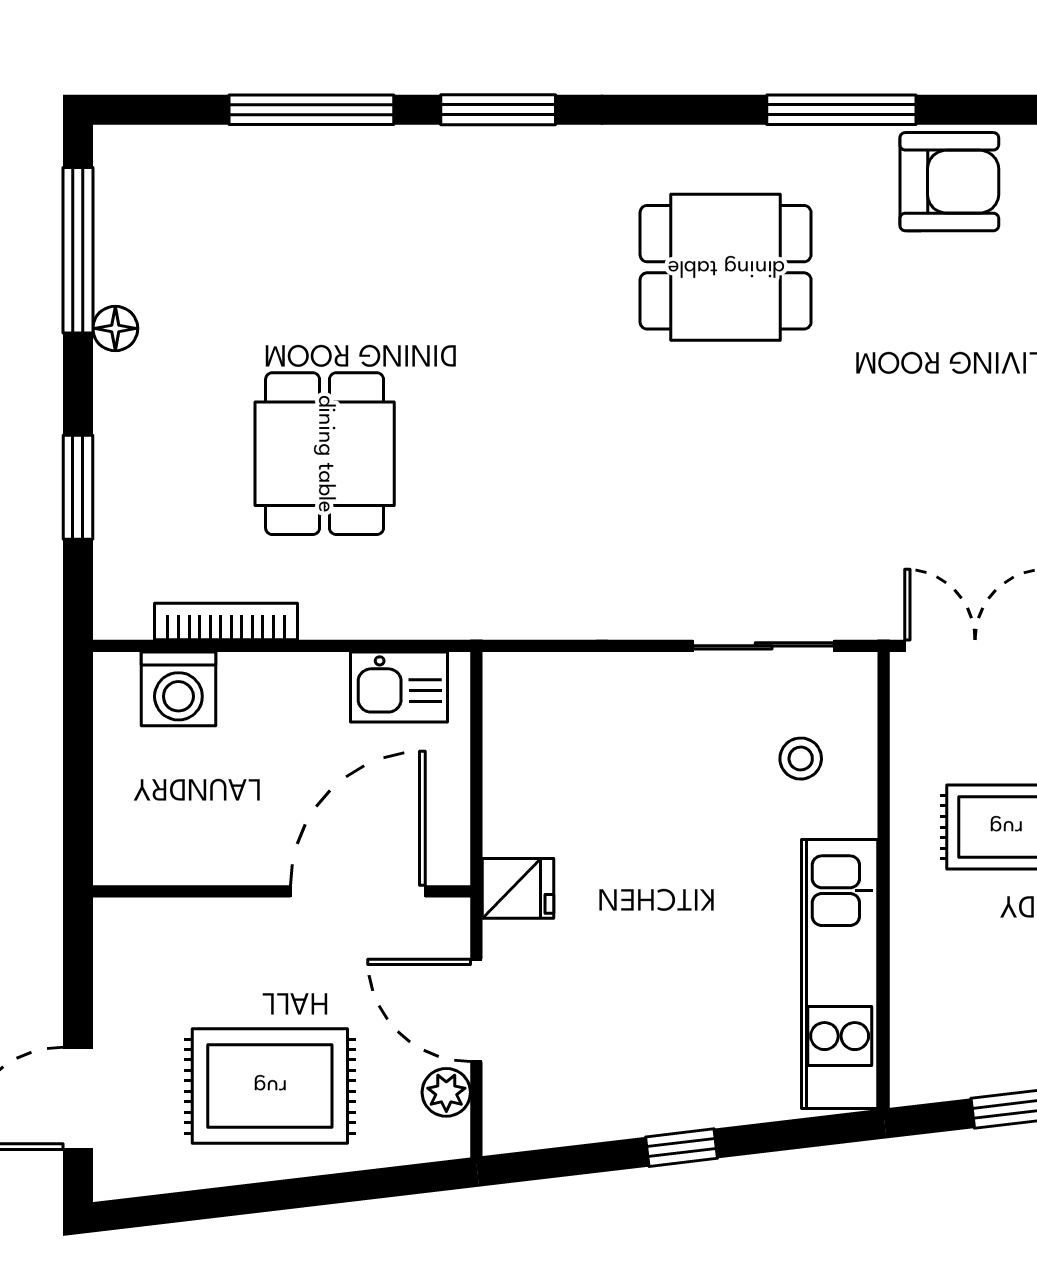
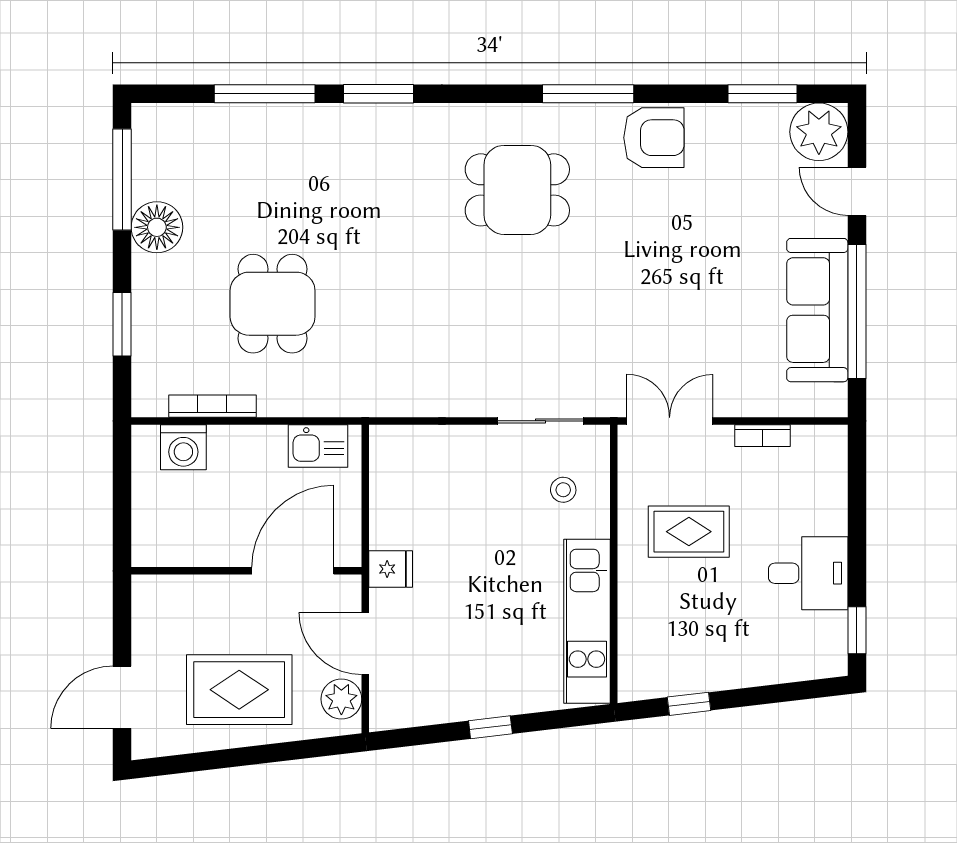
floor lamp: (115, 328) -> (157, 227), width x1.89, depth x1.89
plant: (446, 1092) -> (341, 699), width x1.38, depth x1.38

